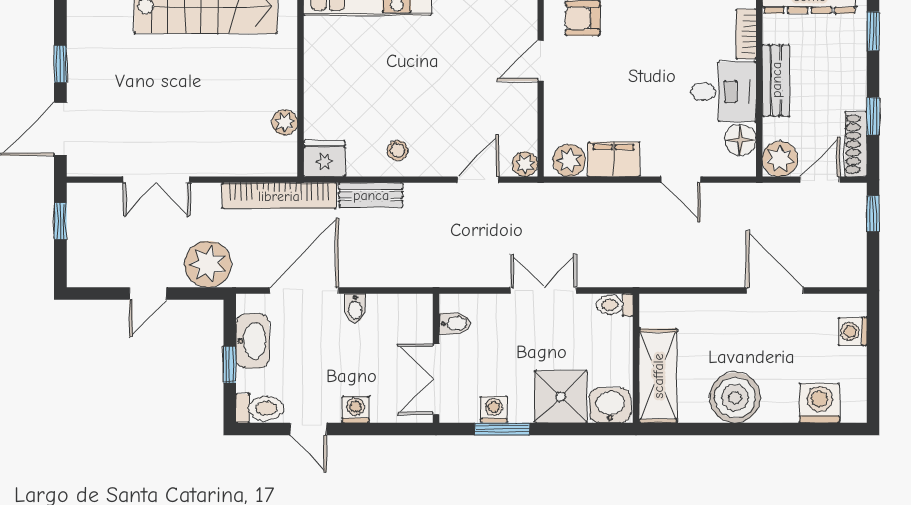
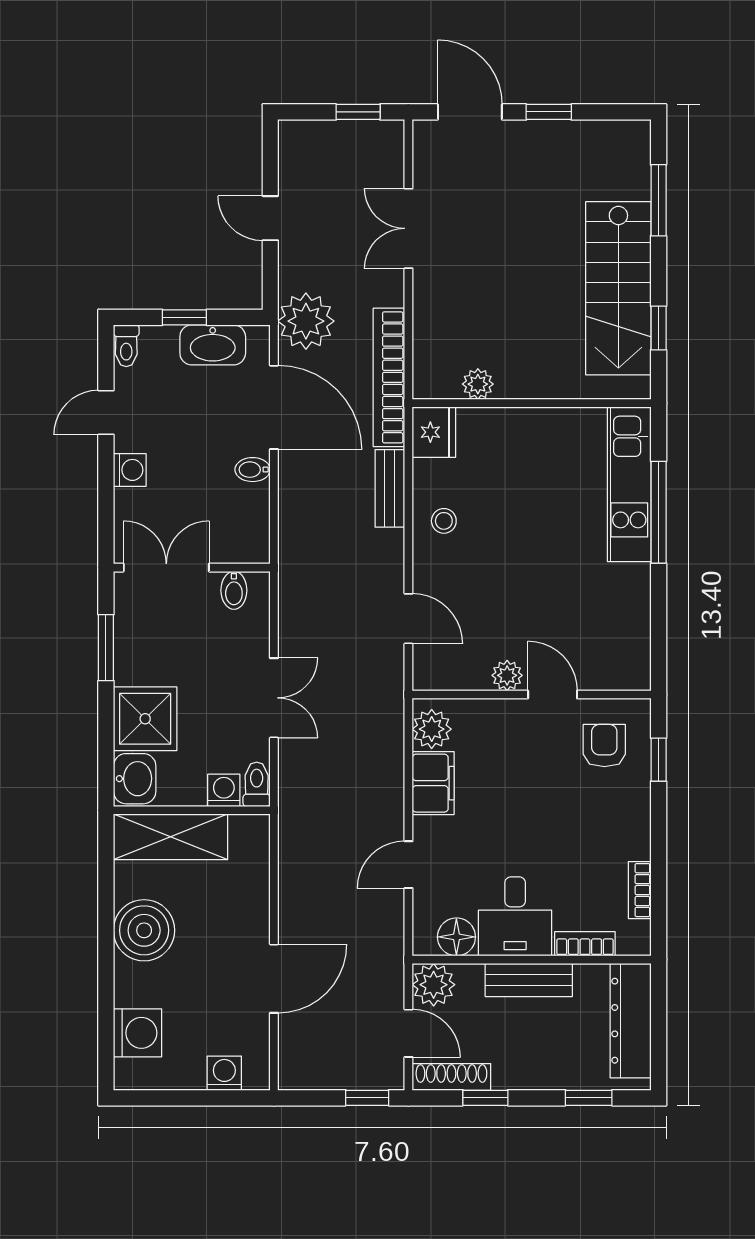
plant: (525, 164) -> (507, 675), moved
plant: (208, 264) -> (306, 321), moved
toilet: (260, 408) -> (126, 346), width x0.73, depth x0.72
washing machine: (494, 410) -> (224, 790), moved, turned -90

